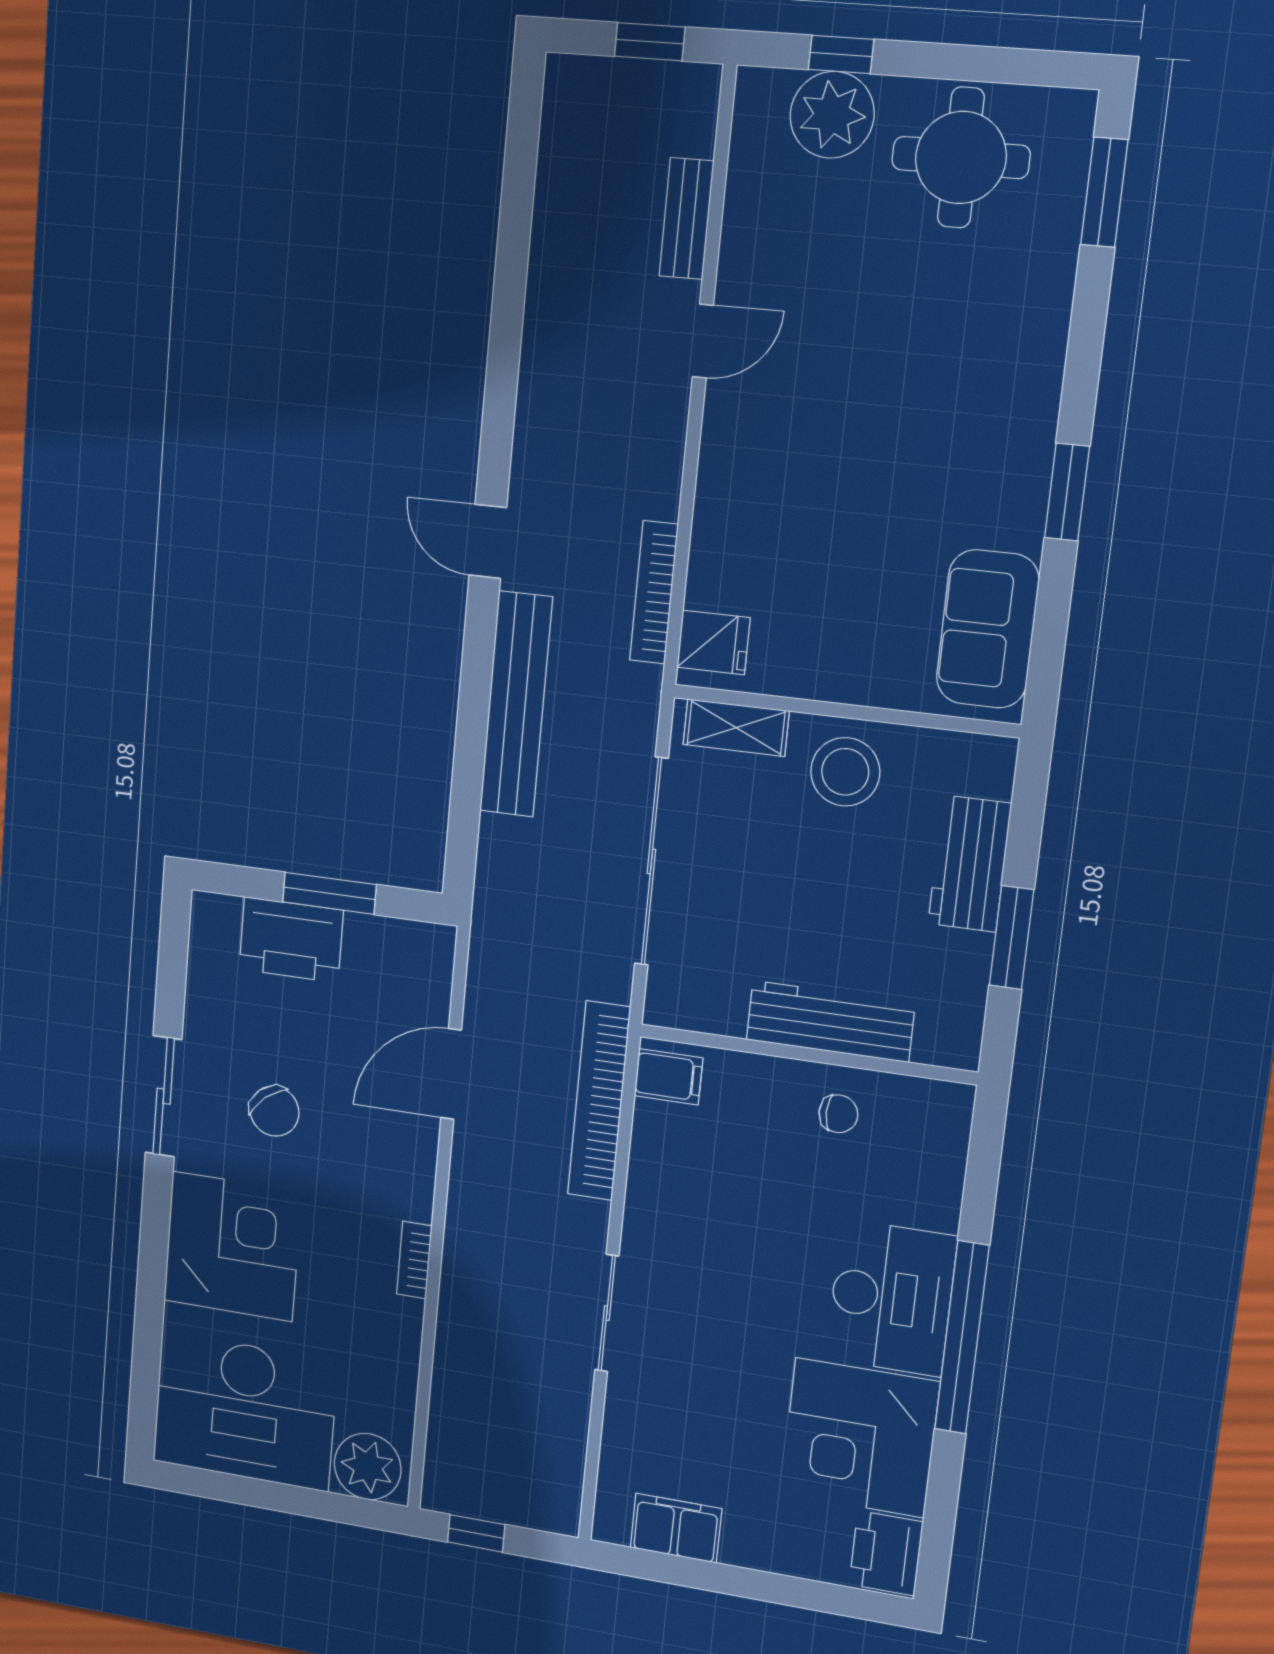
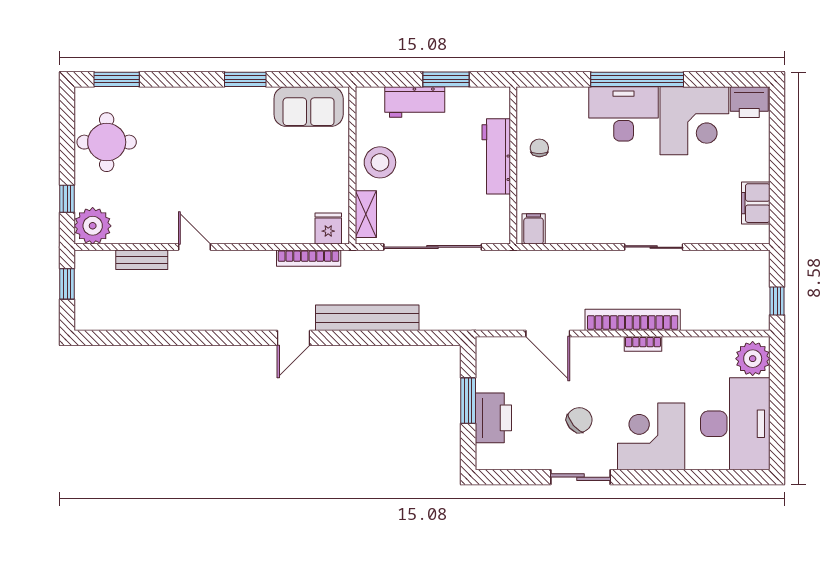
plant: (832, 115) -> (93, 226), moved
bookcase: (599, 1101) -> (633, 320), moved, turned 180

